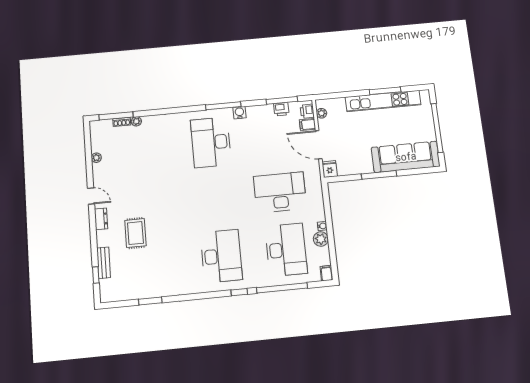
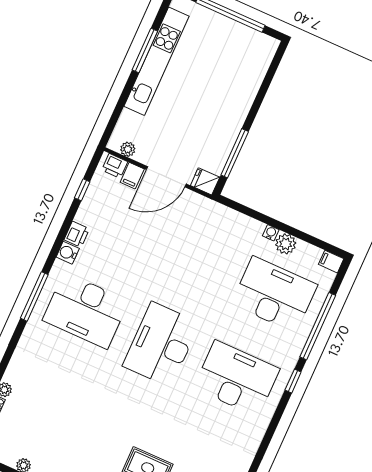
window: (282, 100) -> (82, 190), width x0.46
window: (223, 106) -> (34, 296), moved
printer: (281, 109) -> (77, 234), moved
sofa: (406, 157) -> (244, 77), removed
window: (379, 175) -> (235, 153), moved
desk: (280, 192) -> (161, 344), moved

